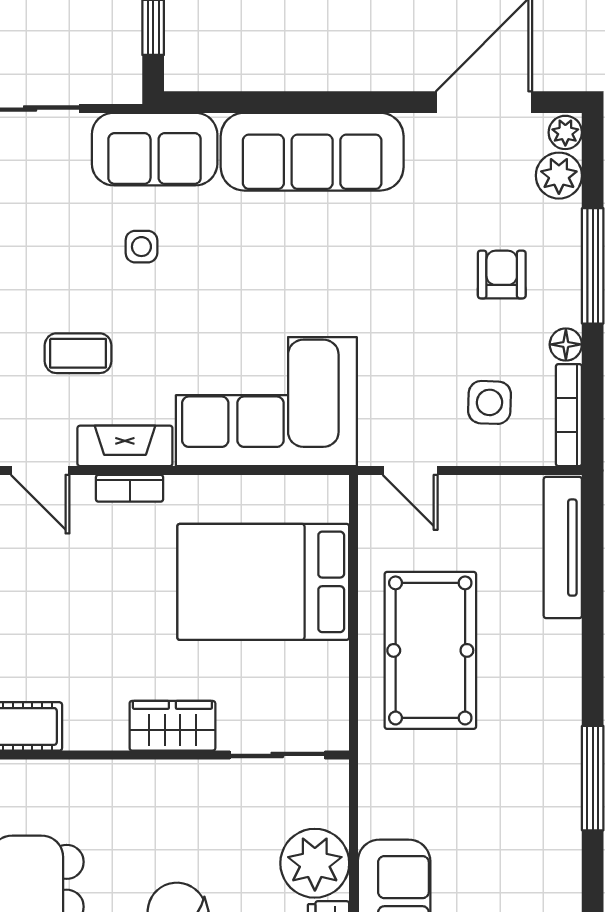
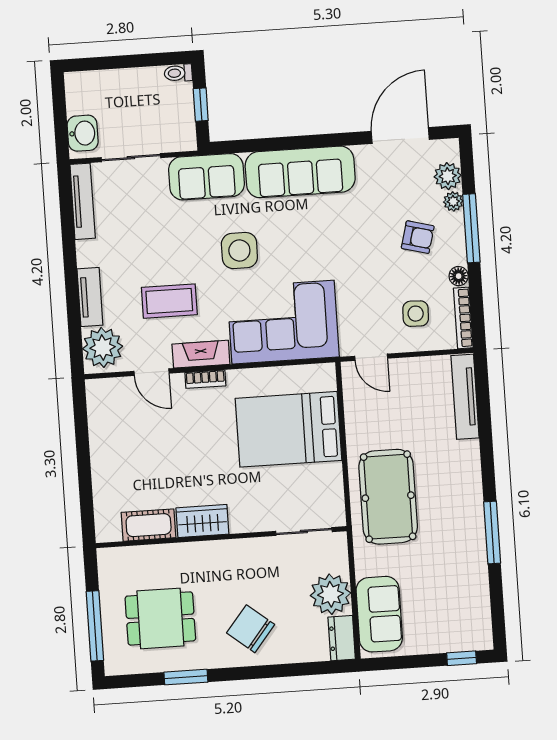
plant: (565, 132) -> (453, 201), moved
side table: (141, 247) -> (239, 251), moved, width x1.87, depth x1.87
armchair: (502, 274) -> (418, 237), turned 105
coffee table: (78, 353) -> (169, 301), width x1.36, depth x1.30
pool table: (430, 650) -> (388, 497), moved
wardrobe: (172, 726) -> (202, 521), moved

